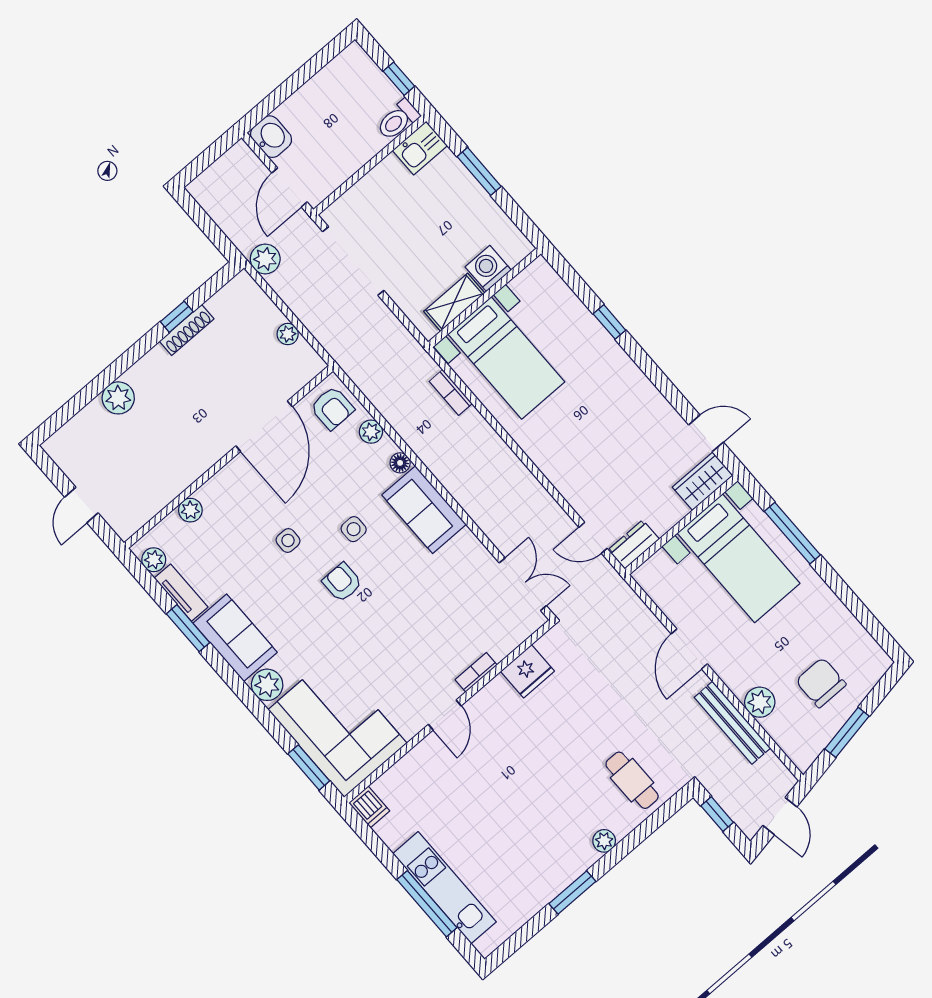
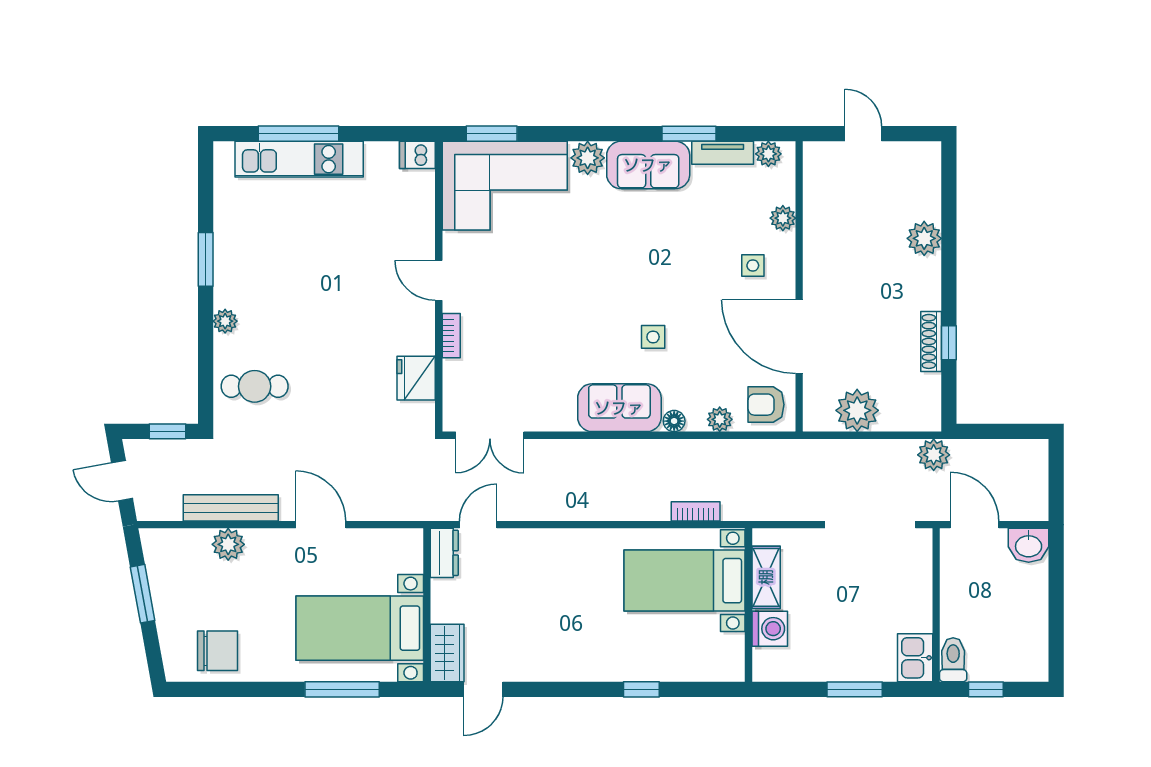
plant: (288, 334) -> (857, 410), width x1.88, depth x1.88
side table: (288, 540) -> (753, 265), moved
armchair: (342, 582) -> (618, 290), removed
chair: (821, 683) -> (218, 651), moved

